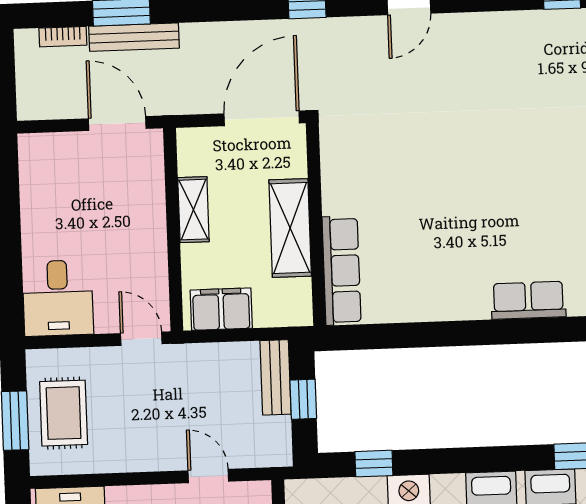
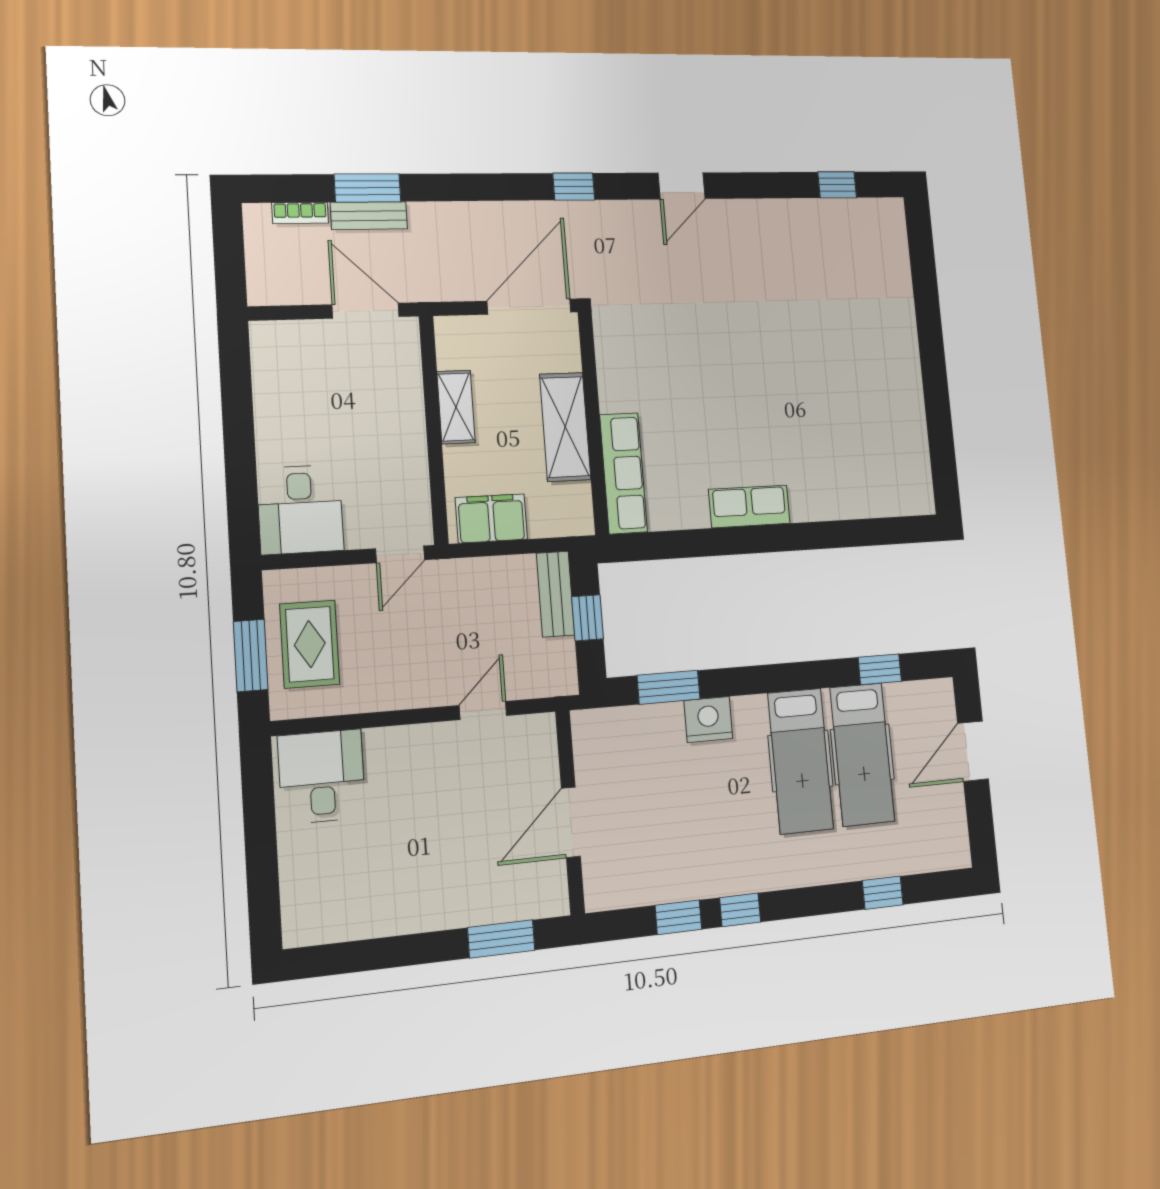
bench: (134, 37) -> (369, 216), width x0.73
row of seats: (528, 300) -> (749, 506), moved
door: (141, 339) -> (400, 554), swing flipped
window: (374, 464) -> (669, 687), width x1.50
door: (208, 476) -> (483, 710), hinge flipped

